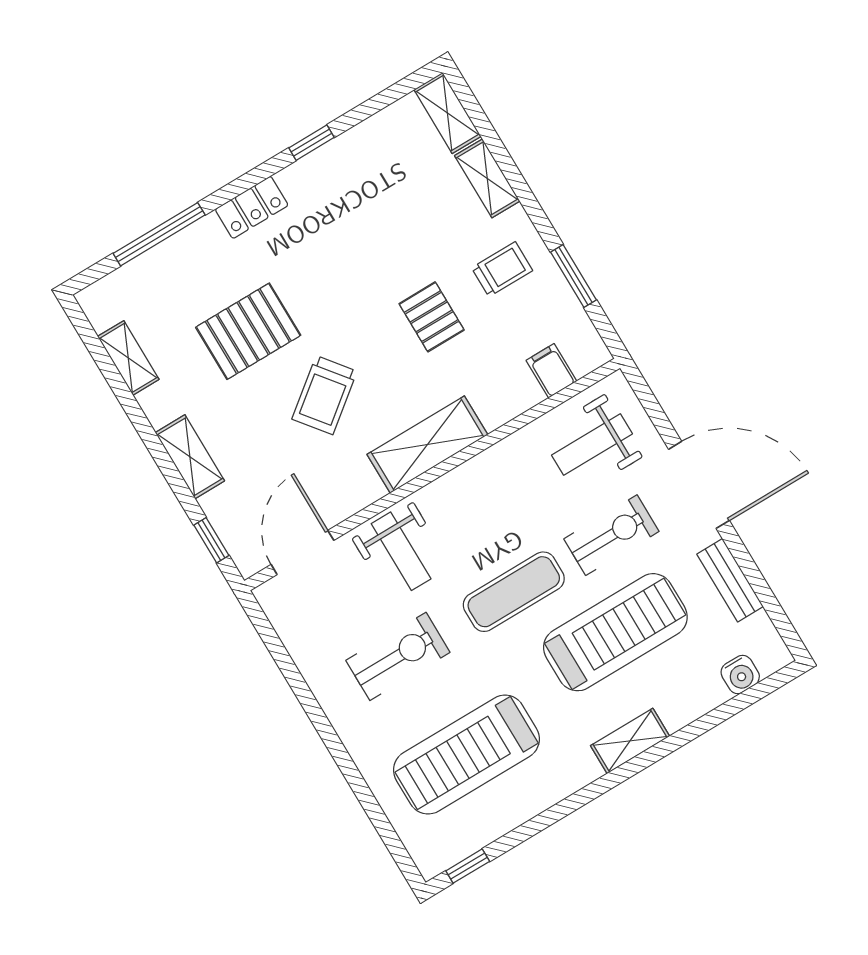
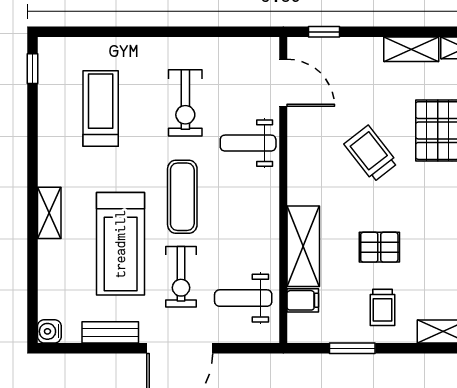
weight bench: (592, 444) -> (243, 298), turned -90
shelving: (427, 445) -> (303, 246), moved
shelving: (190, 457) -> (411, 49), moved
water cooler: (740, 674) -> (49, 331), moved
treadmill: (466, 755) -> (101, 109), width x0.73, depth x0.73

